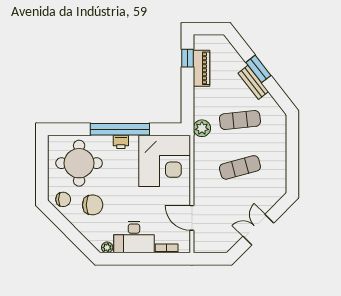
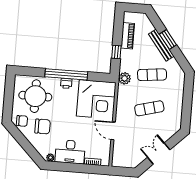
window: (188, 58) -> (116, 52), moved
bench: (253, 82) -> (161, 45), width x1.36
door: (192, 218) -> (113, 131), moved

